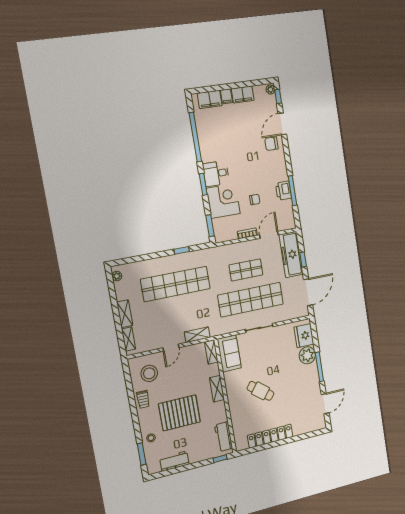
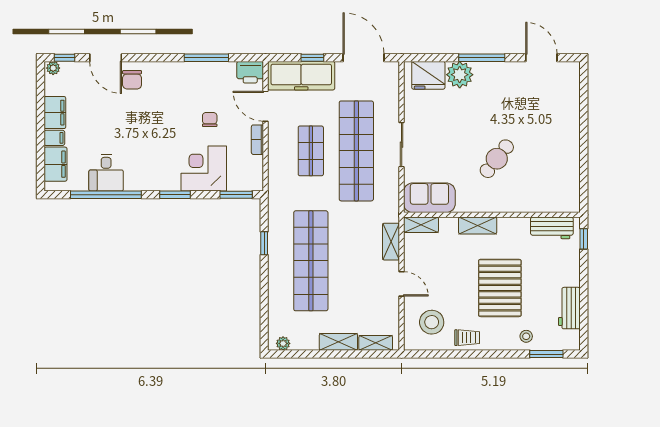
desk: (216, 174) -> (106, 173), moved
printer: (283, 191) -> (250, 72), moved
locker: (270, 436) -> (570, 155), removed

